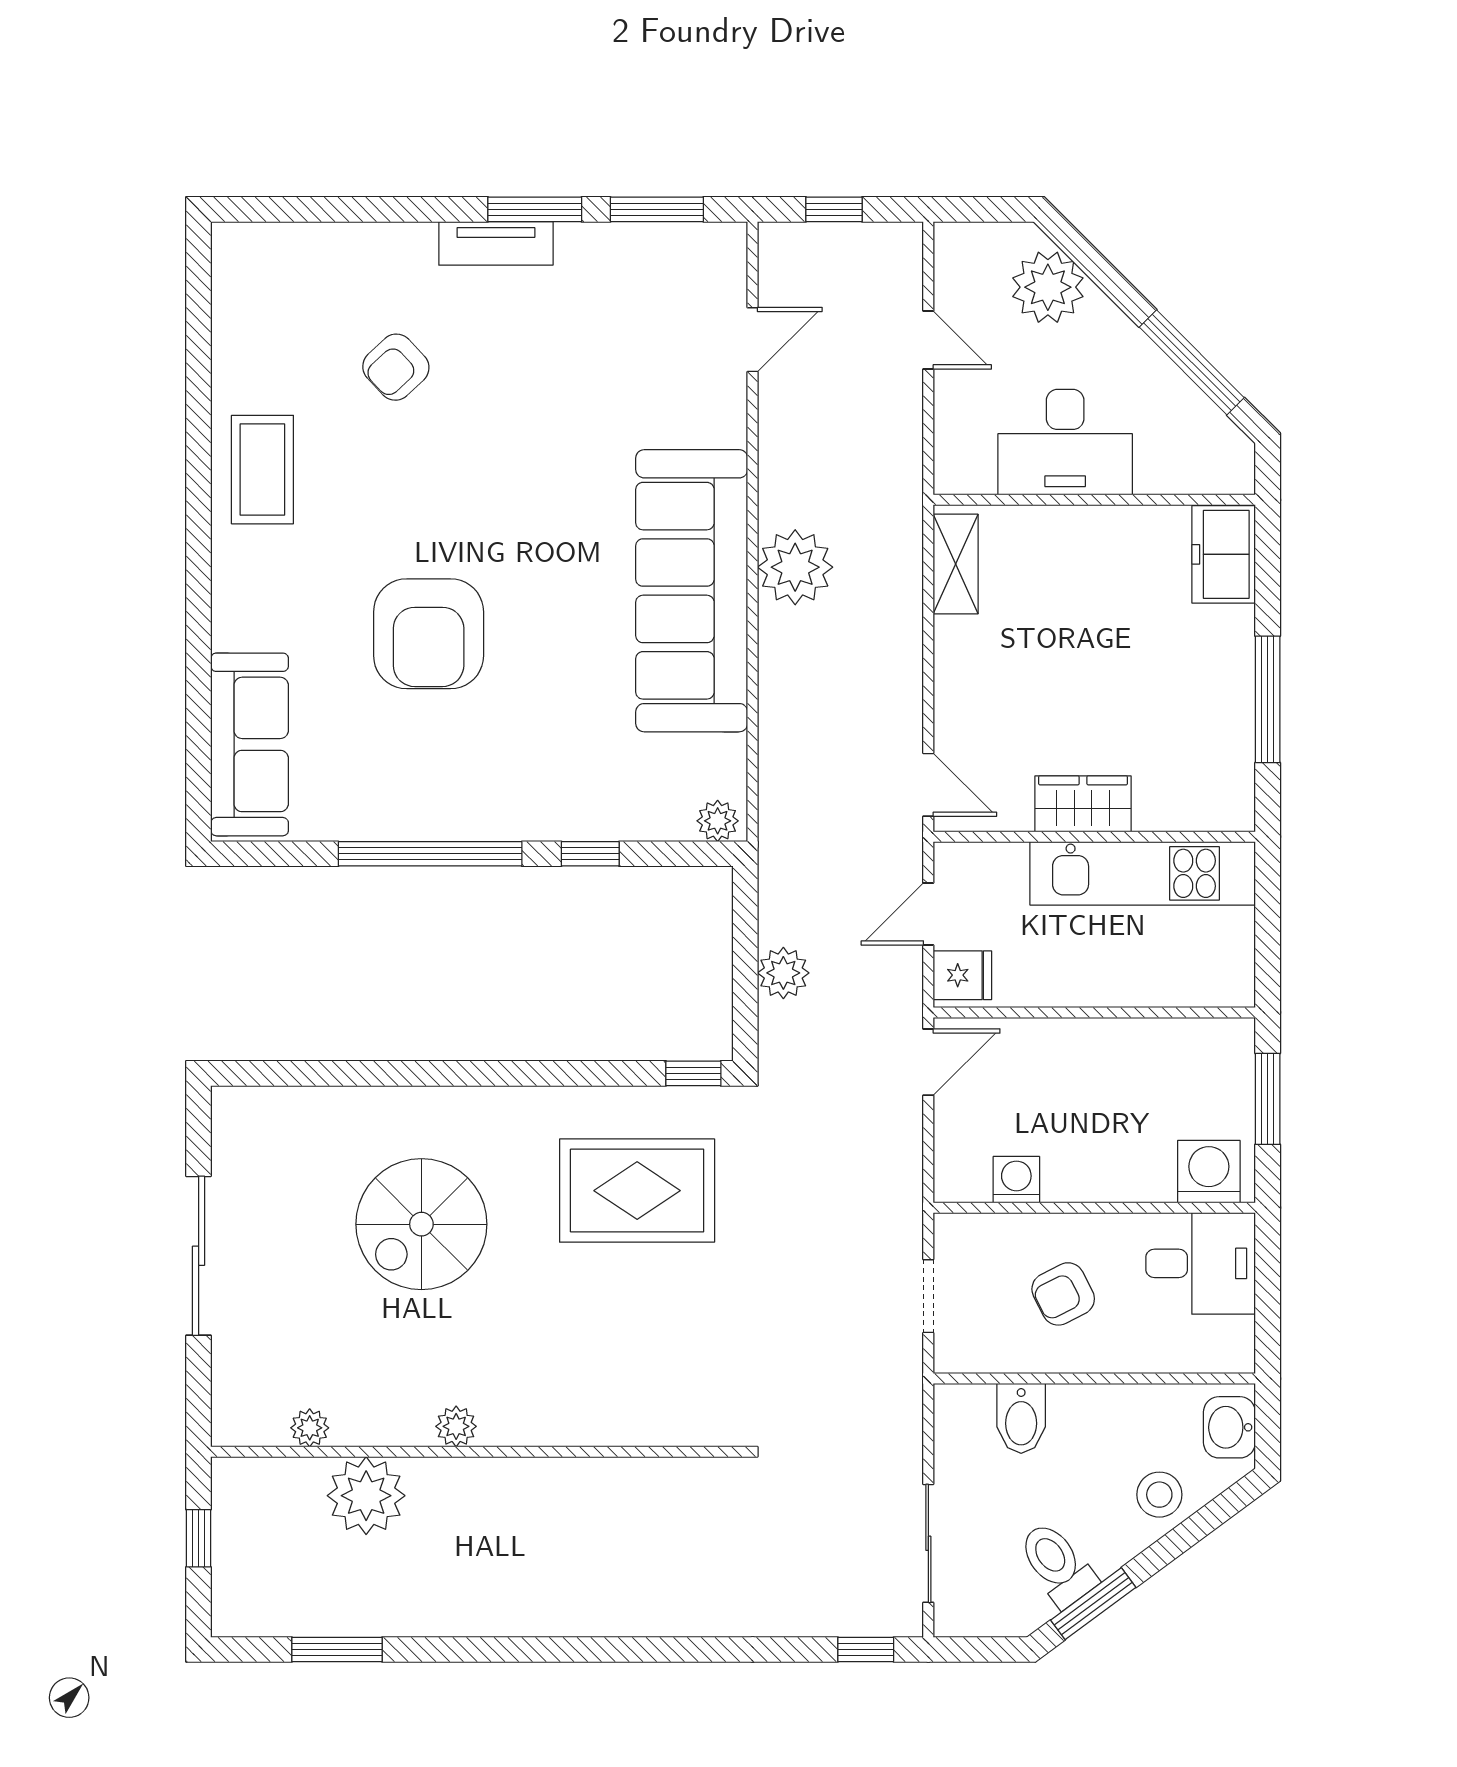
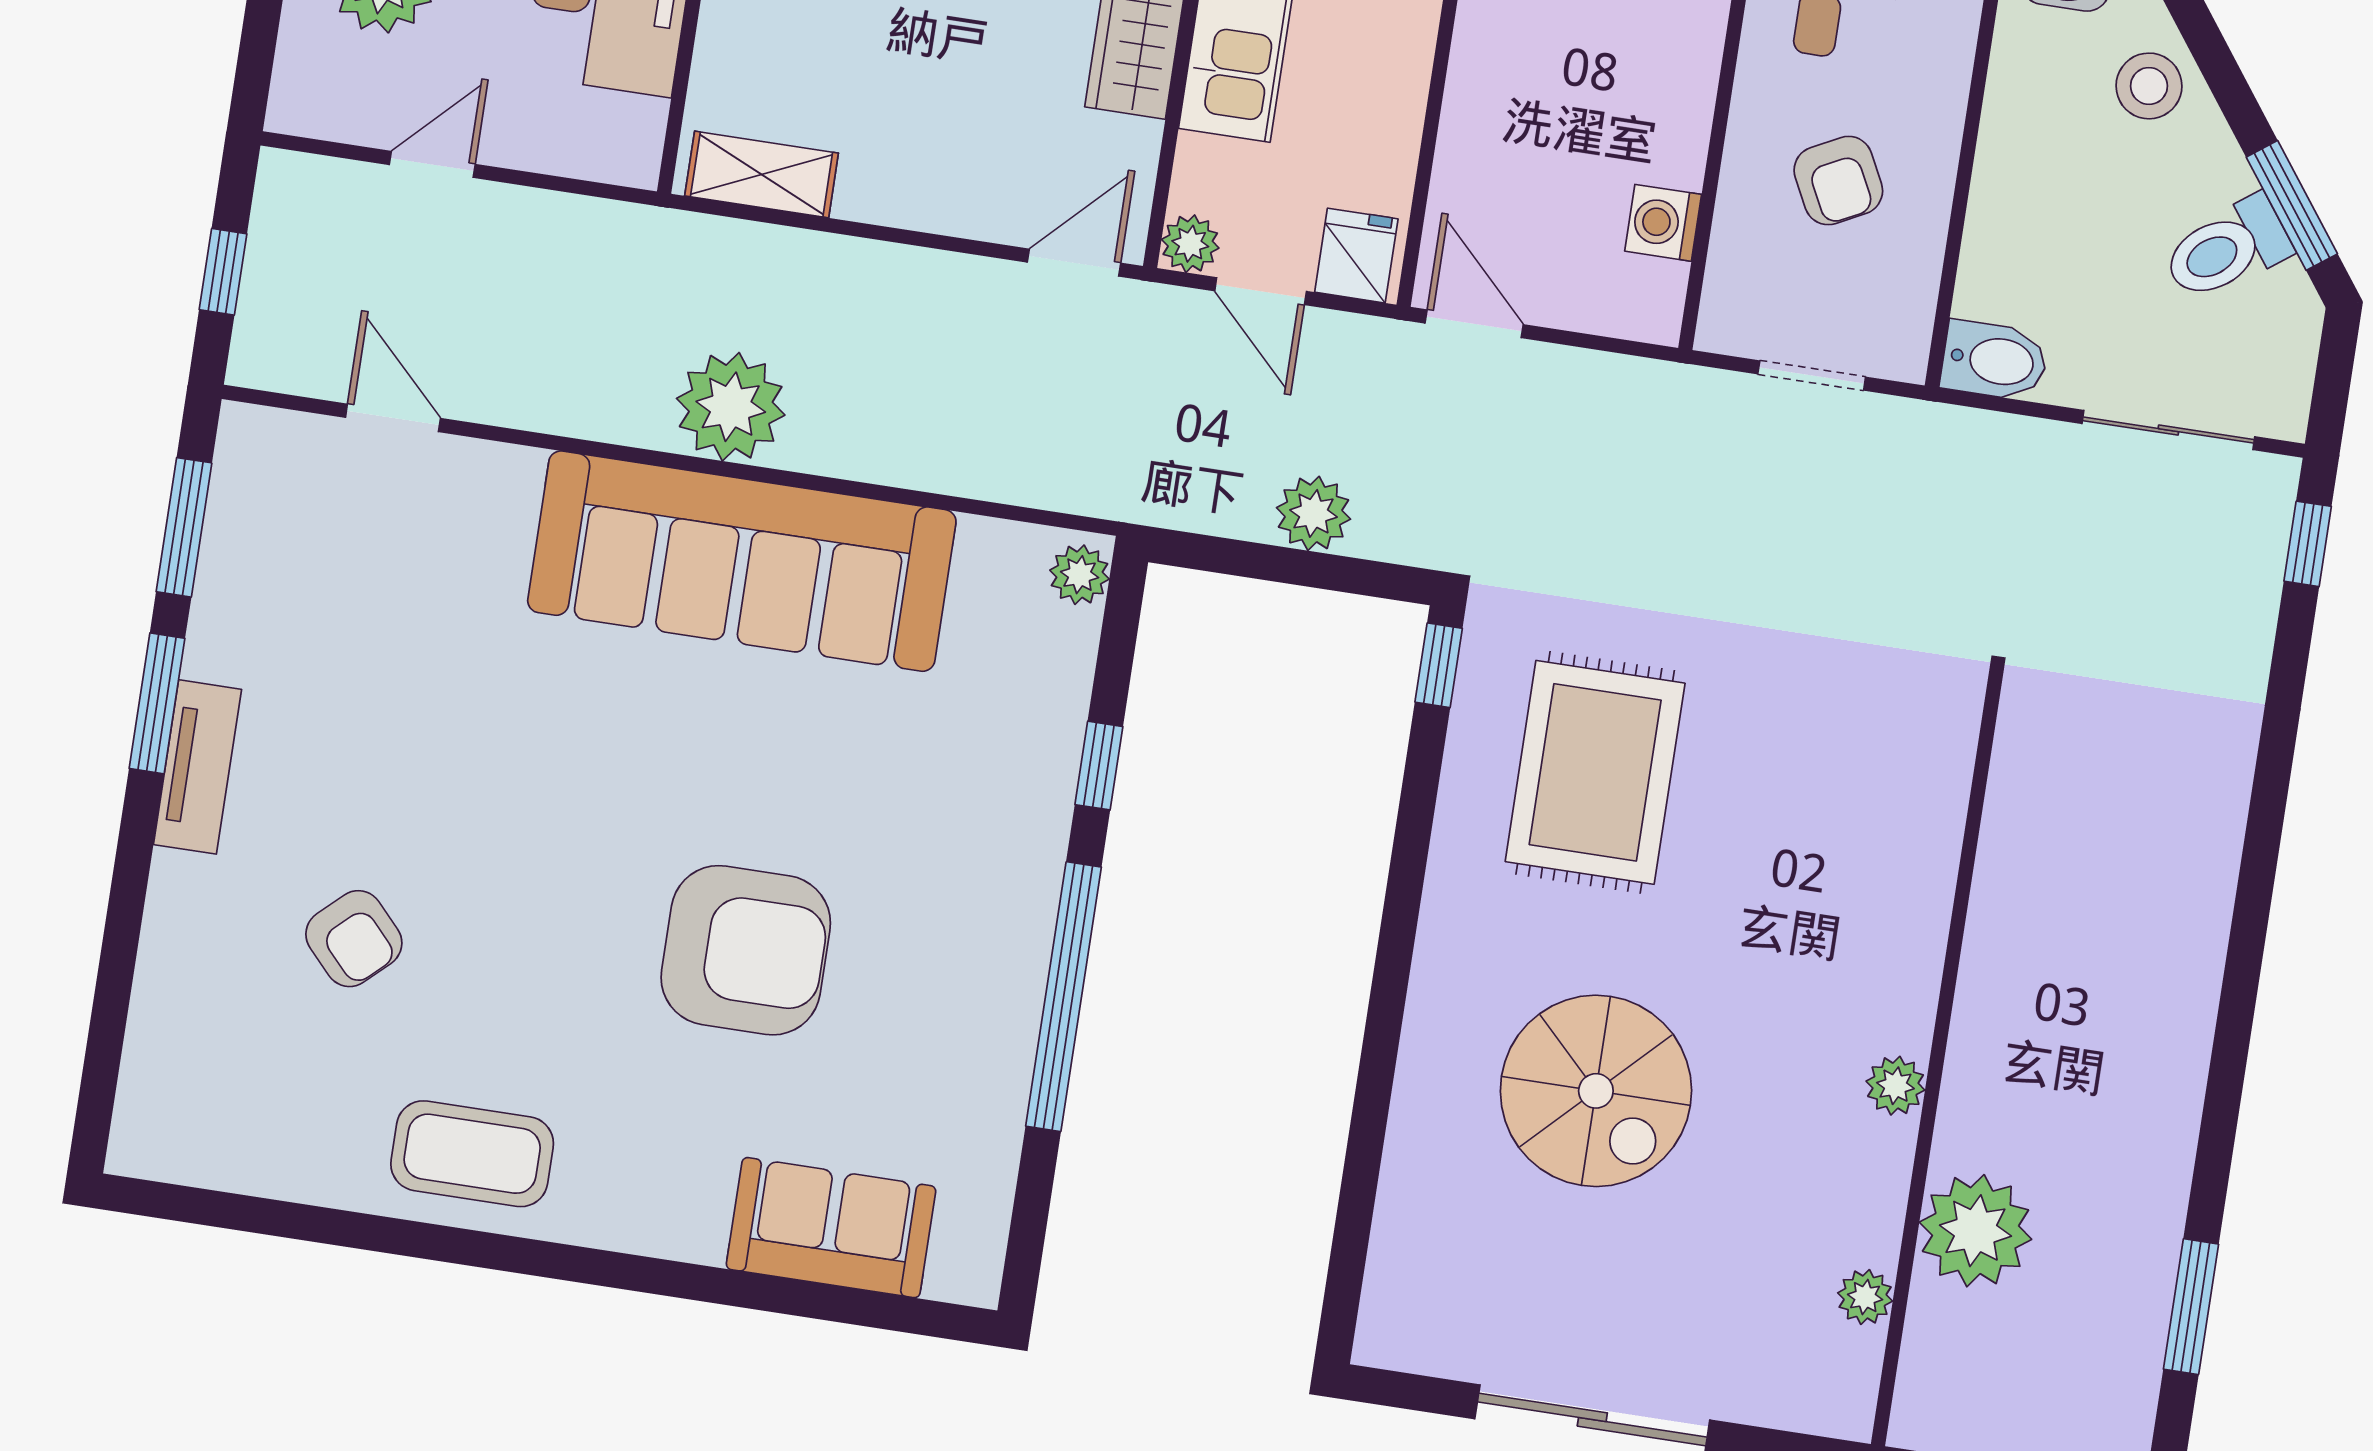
sofa: (250, 744) -> (831, 1228), width x0.73
plant: (953, 862) -> (1190, 244), added
bidet: (1021, 1418) -> (1994, 361), moved

